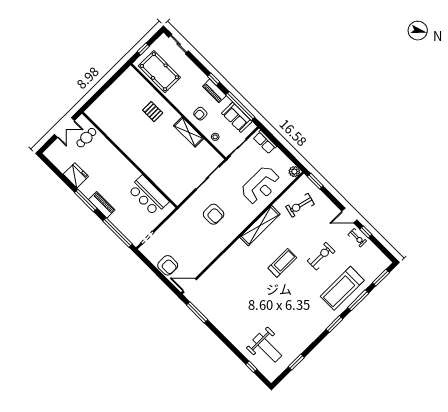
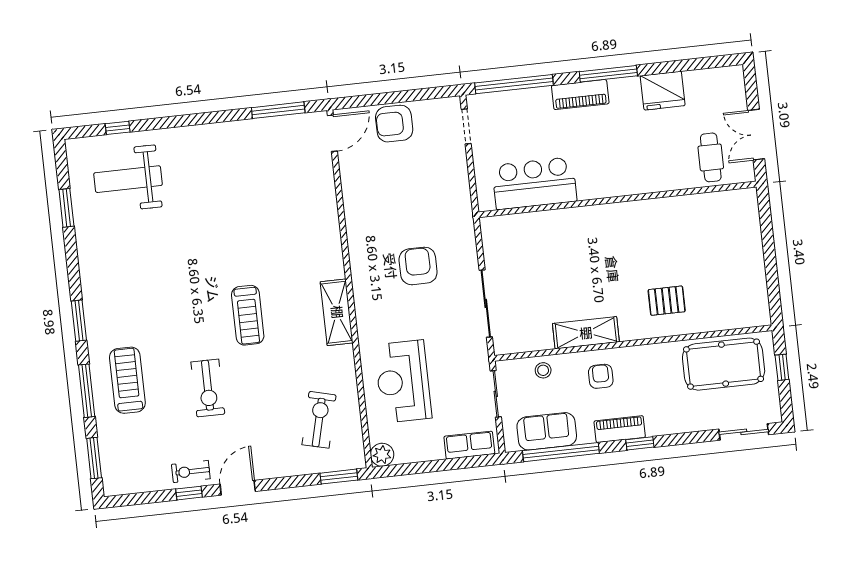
armchair: (214, 214) -> (418, 266), turned 90
shelving: (260, 226) -> (337, 312), width x0.68
treadmill: (342, 288) -> (127, 380), width x0.73, depth x0.73

